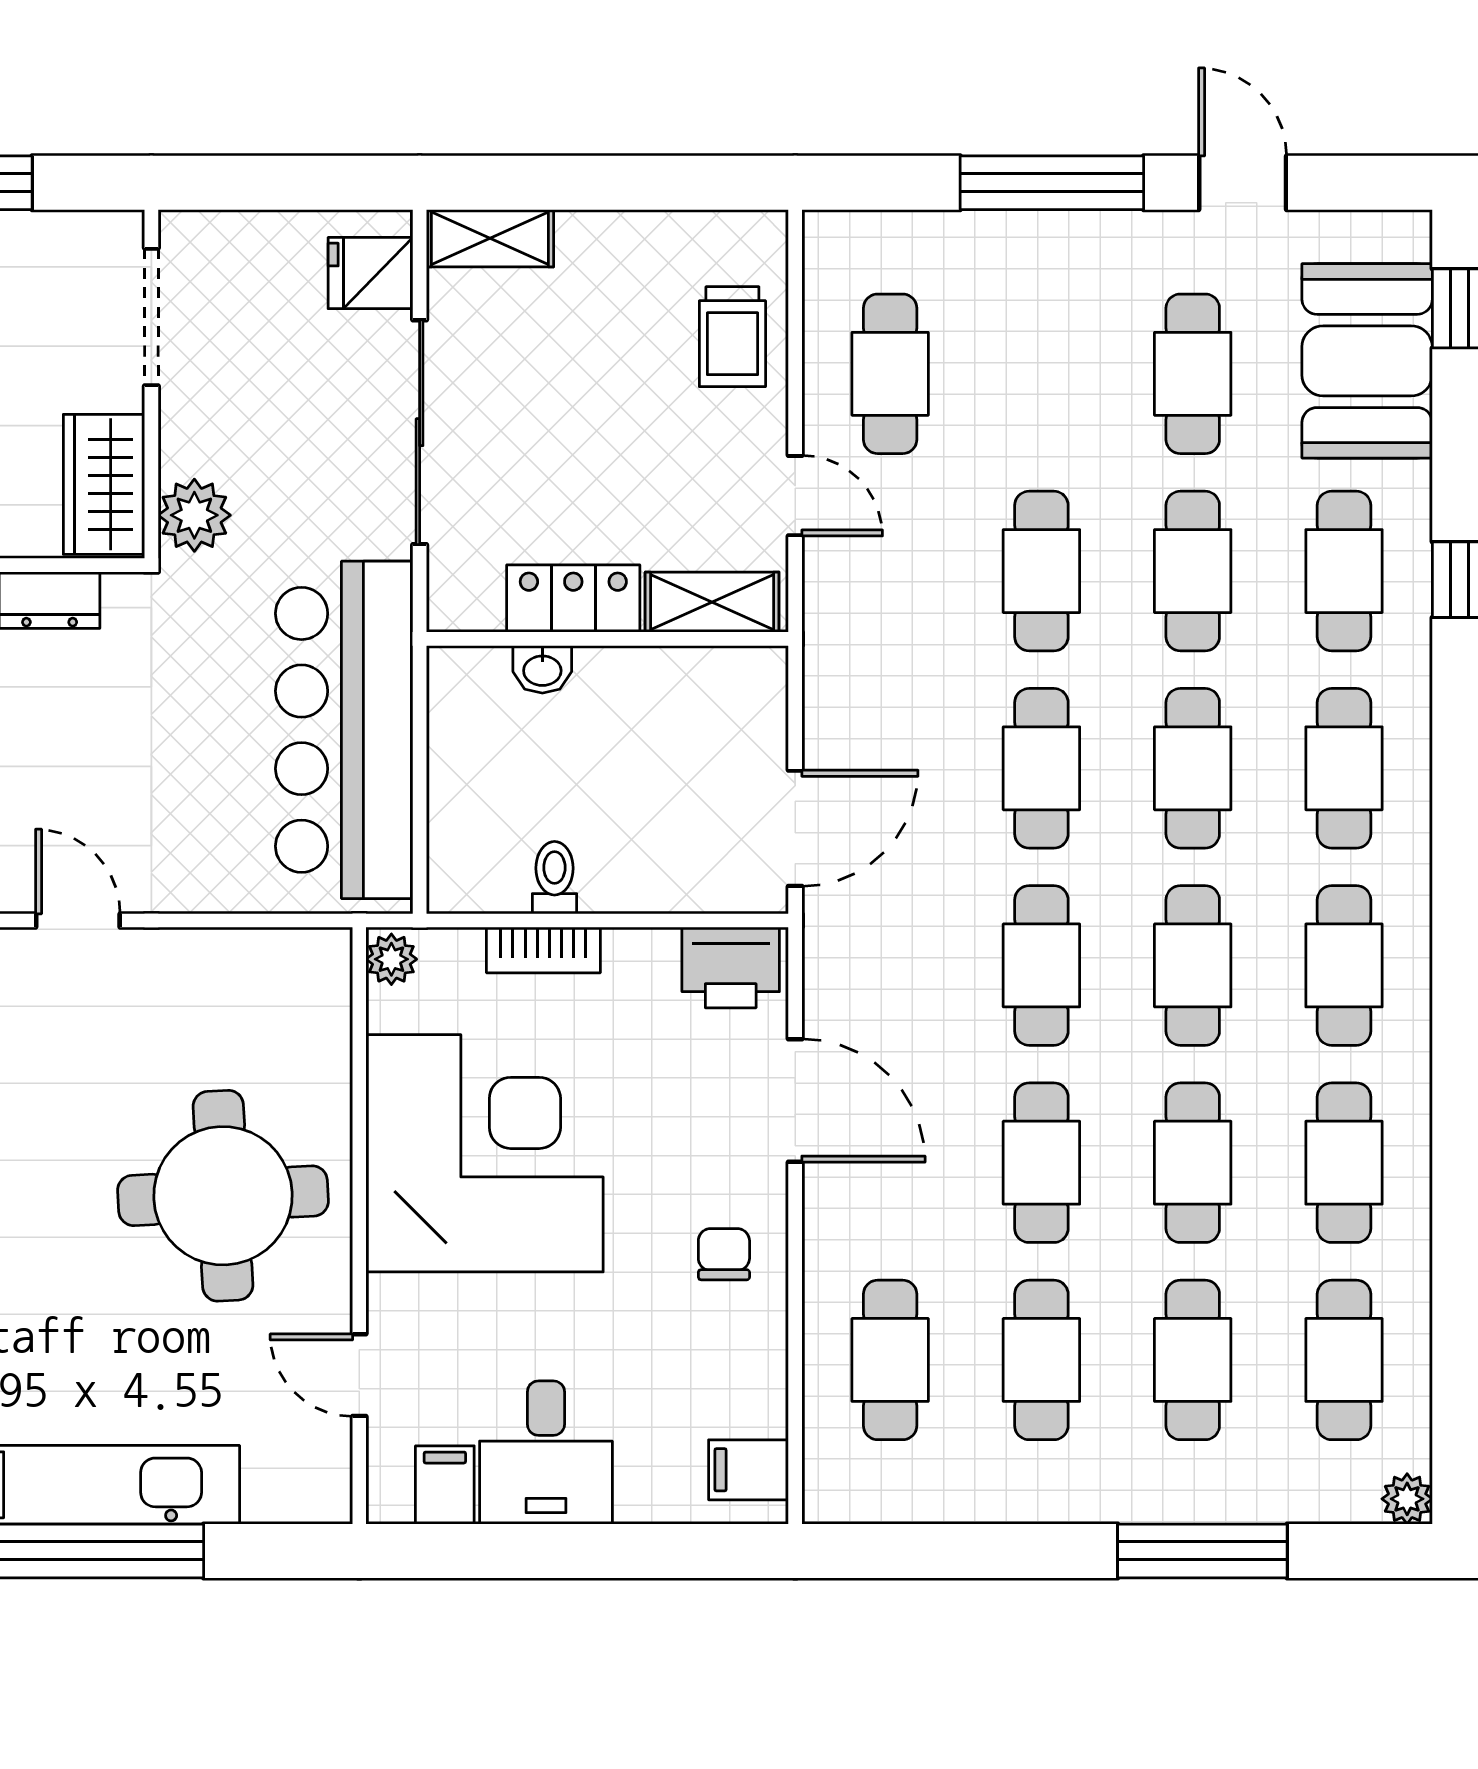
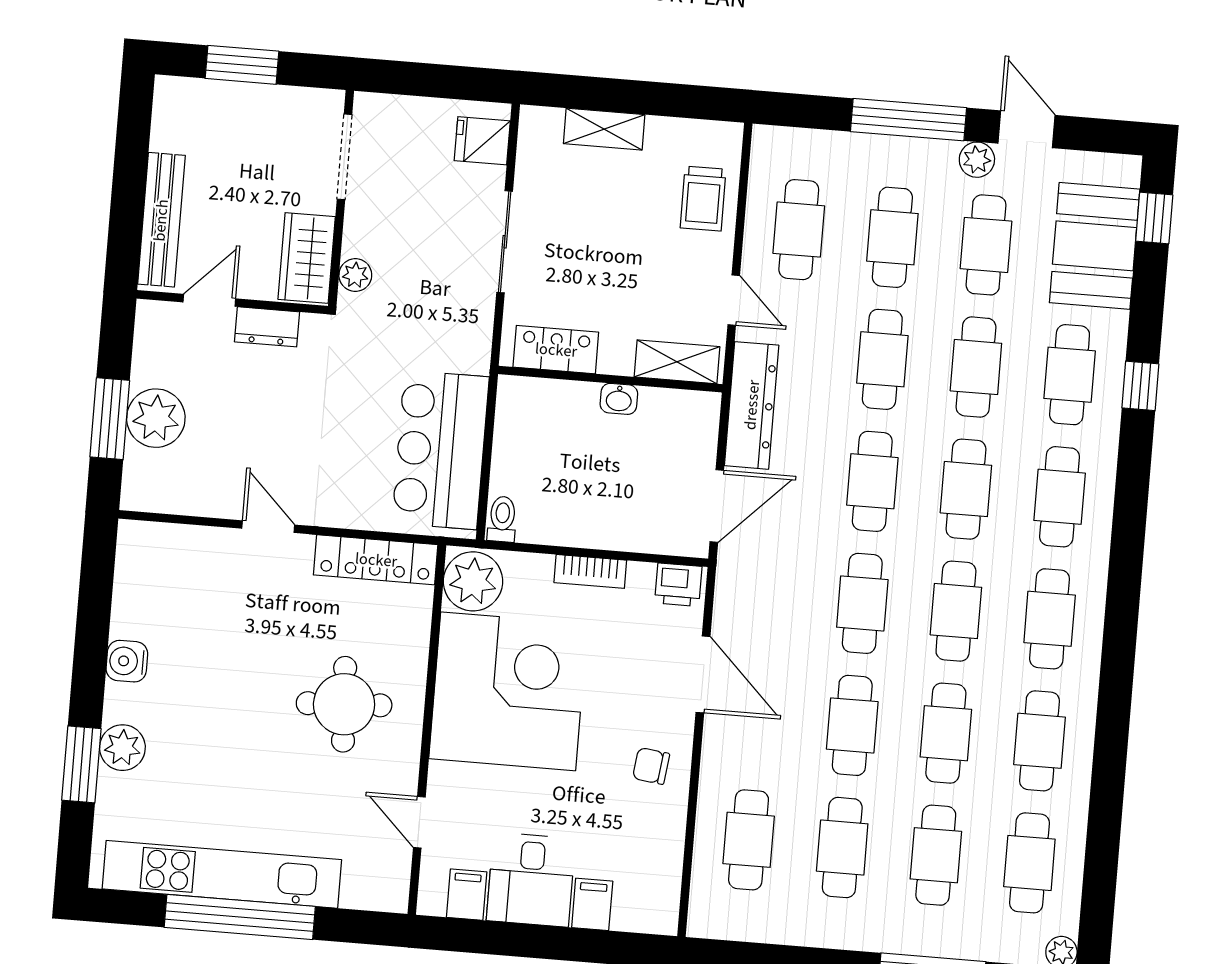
shelving: (490, 238) -> (604, 129), moved
plant: (1167, 238) -> (977, 160), added
cafe table: (1041, 374) -> (892, 237), added
sliding door: (420, 432) -> (505, 242), width x0.73
plant: (194, 515) -> (355, 275), width x0.73, depth x0.73
locker: (573, 599) -> (556, 350), moved
dresser: (838, 662) -> (752, 405), added
washbasin: (542, 669) -> (619, 399), moved
bar counter: (344, 730) -> (440, 450), width x0.73
toilet: (554, 878) -> (502, 519), moved
bookcase: (543, 950) -> (590, 571), moved
plant: (391, 959) -> (473, 581), width x1.87, depth x1.87
locker: (255, 960) -> (376, 560), added
printer: (731, 968) -> (678, 585), width x0.73, depth x0.81
round table: (223, 1196) -> (344, 704), width x0.73, depth x0.73
chair: (724, 1254) -> (651, 766), turned -83
filing cabinet: (748, 1470) -> (592, 904), moved, turned 90

